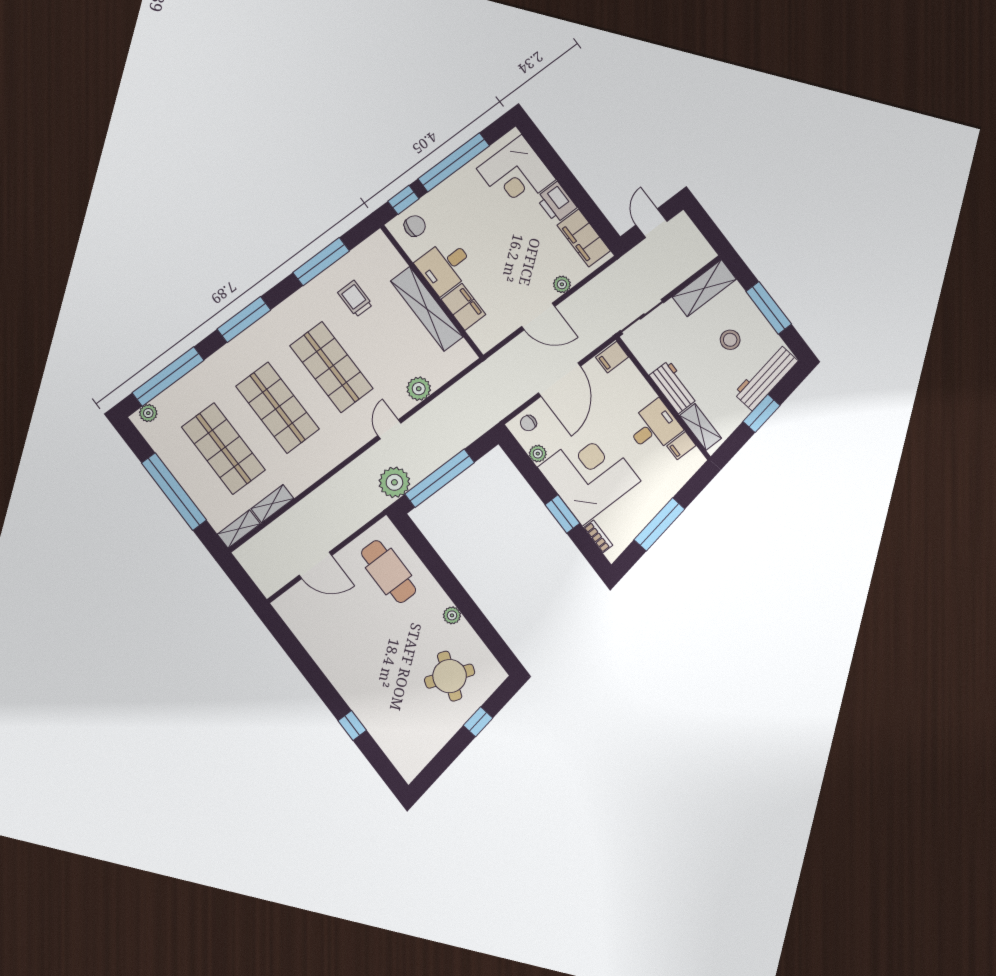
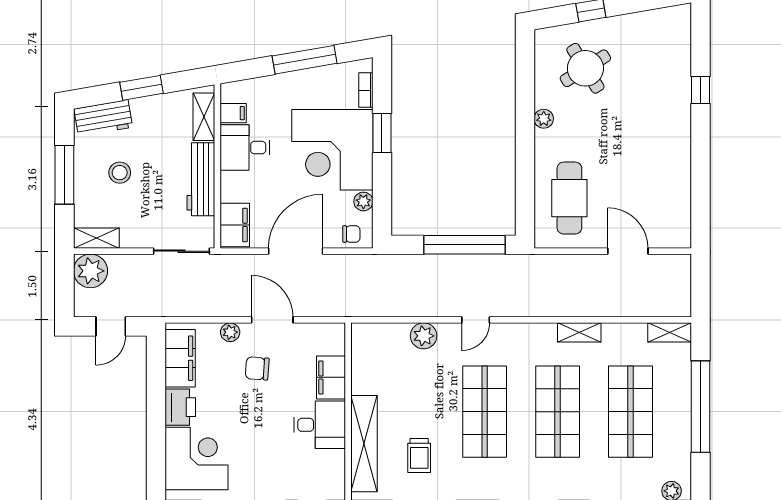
chair: (415, 226) -> (257, 368), moved
shelving: (704, 288) -> (96, 238), width x0.67, depth x0.75
shelving: (427, 309) -> (364, 444), moved
filing cabinet: (612, 357) -> (235, 225), width x2.00
workbench: (766, 377) -> (103, 118), width x0.73
workbench: (674, 387) -> (201, 179), width x1.37
plant: (394, 482) -> (90, 271), moved
shelving: (272, 504) -> (579, 332), moved
round table: (450, 676) -> (585, 68), turned 37

